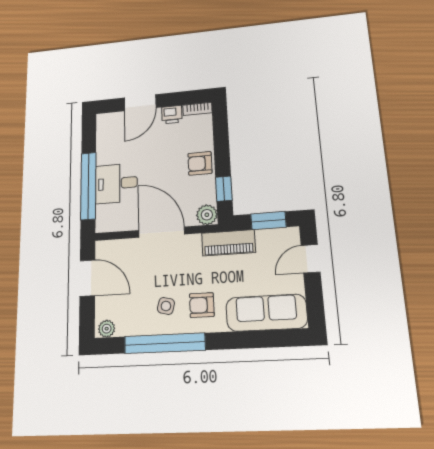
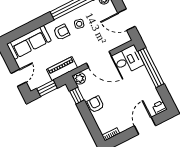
printer: (172, 115) -> (160, 107), moved
armchair: (200, 163) -> (96, 104), turned -90
desk: (116, 183) -> (128, 60), moved

